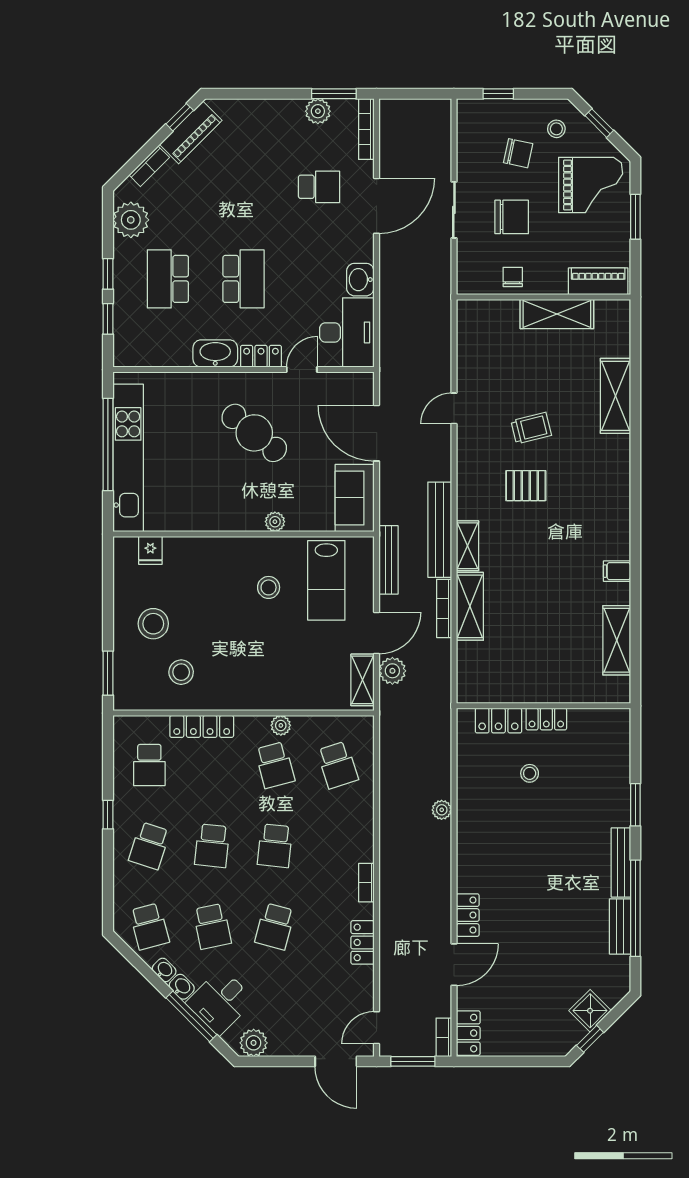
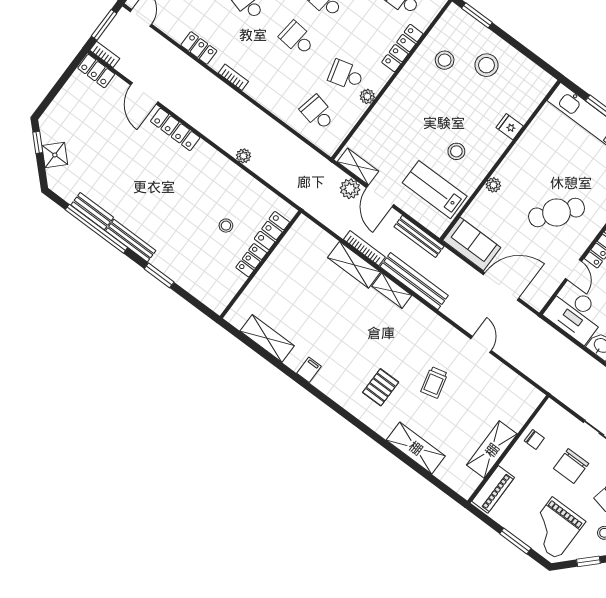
pallet: (526, 486) -> (381, 387), moved
fridge: (150, 550) -> (510, 127), moved
school desk: (338, 765) -> (318, 113), turned 30
locker: (468, 915) -> (175, 129), width x1.53

